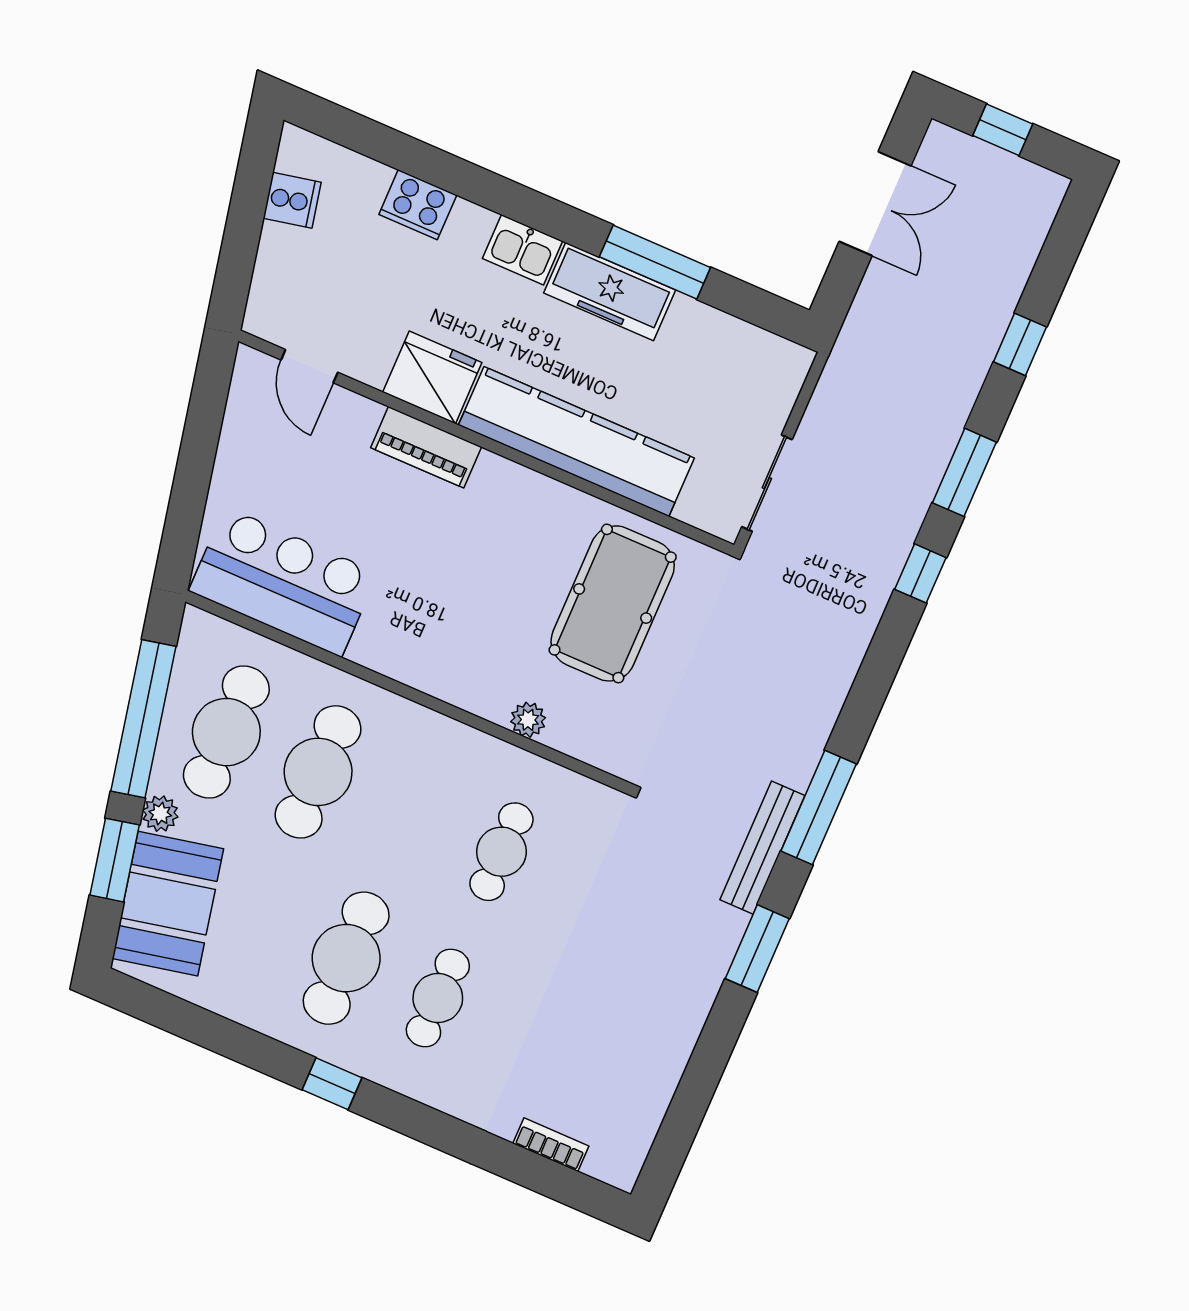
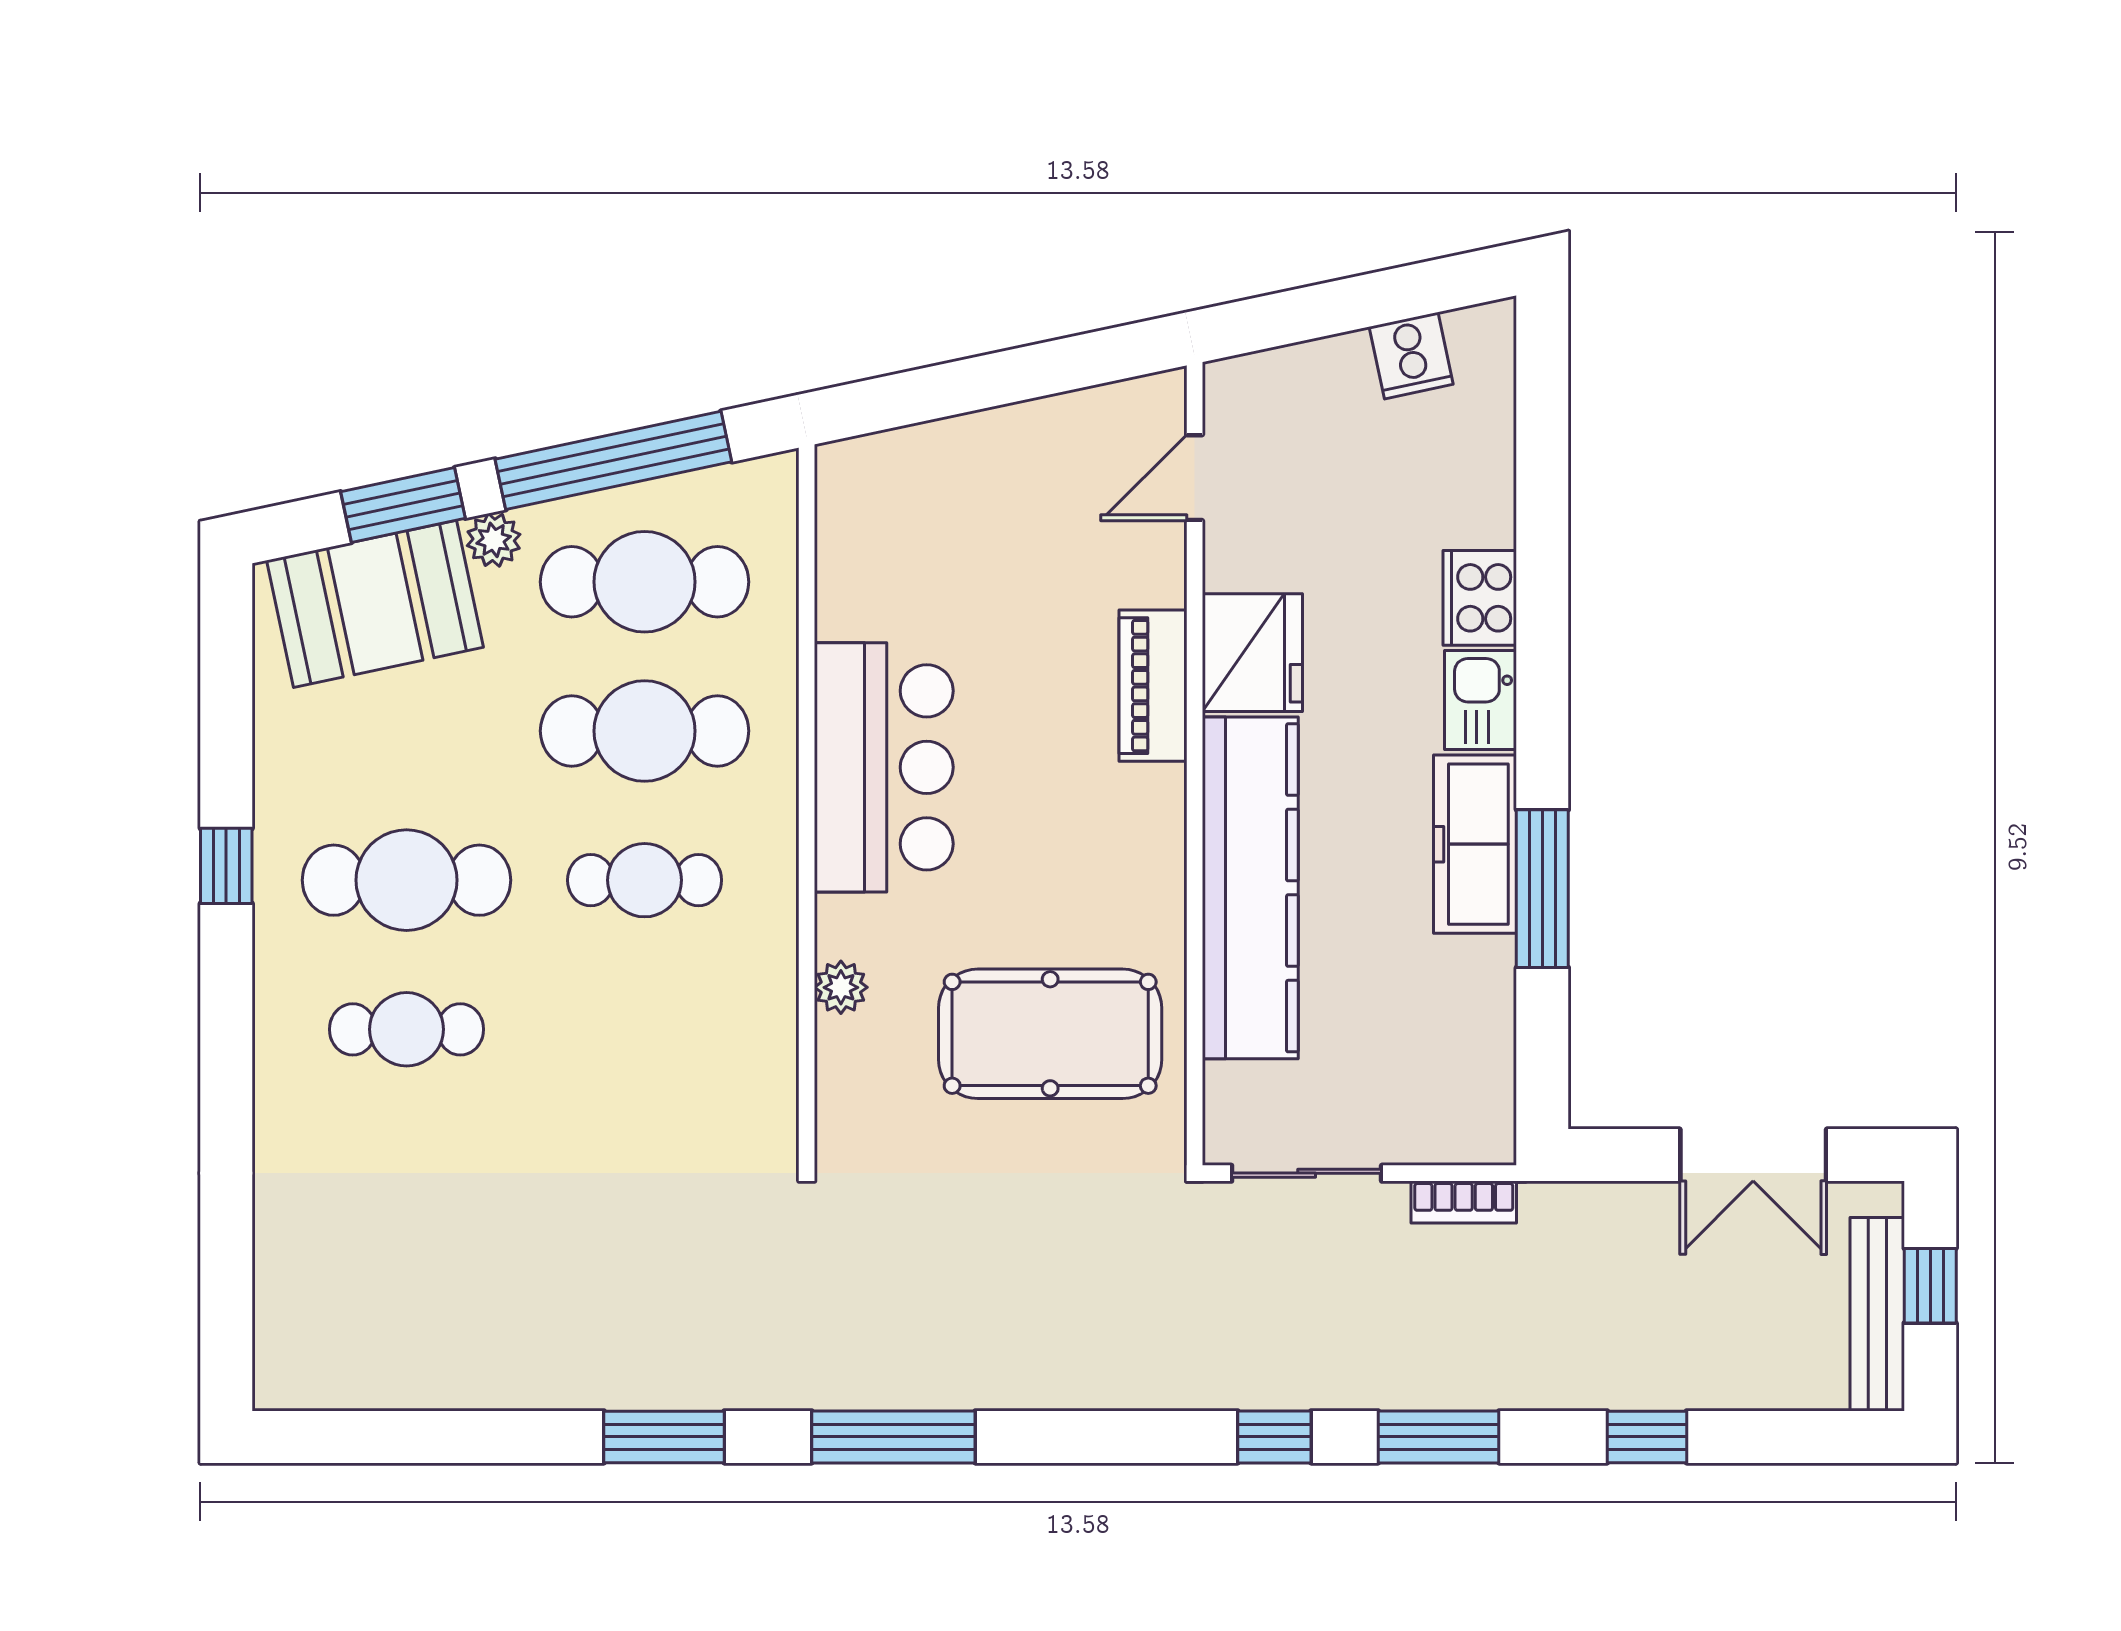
cooker: (418, 205) -> (1480, 598), moved
bar counter: (283, 582) -> (884, 767), moved
bench: (762, 848) -> (1877, 1314), moved, turned 90
cafe table: (501, 852) -> (645, 880), moved
window: (332, 1084) -> (226, 866), moved
bookcase: (551, 1145) -> (1464, 1202), moved, turned 90

